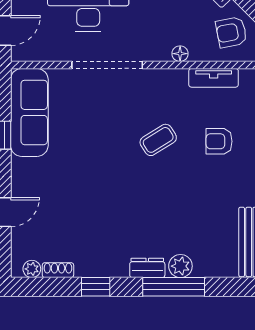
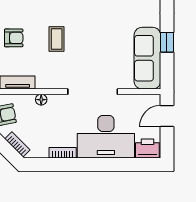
coffee table: (158, 140) -> (57, 39), turned -58

